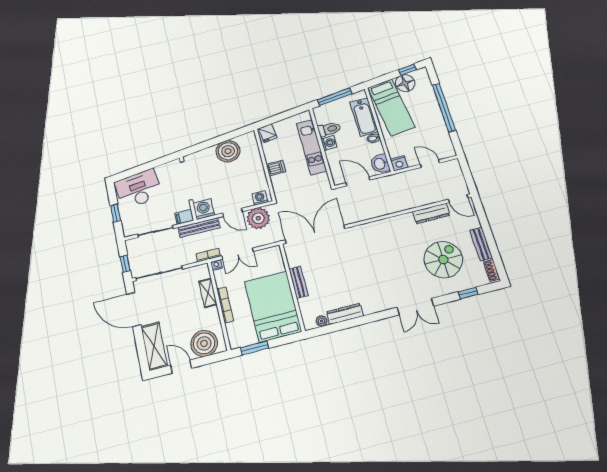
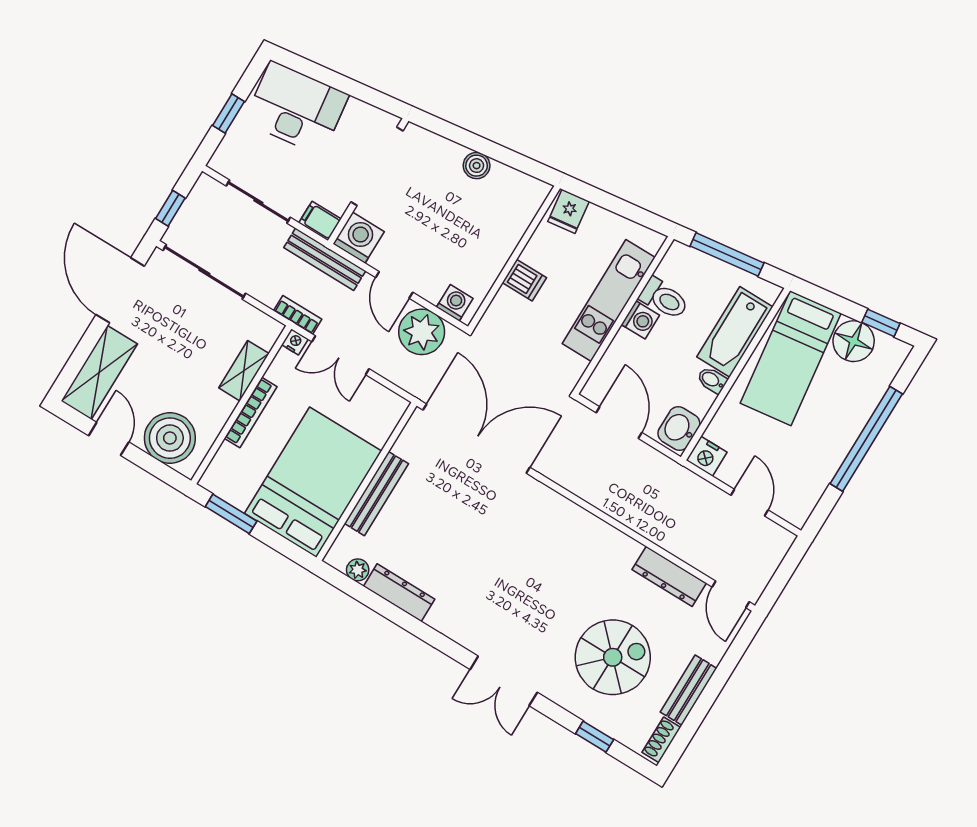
boiler: (228, 151) -> (477, 166), width x0.54, depth x0.54
bench: (299, 282) -> (376, 494), width x1.36

